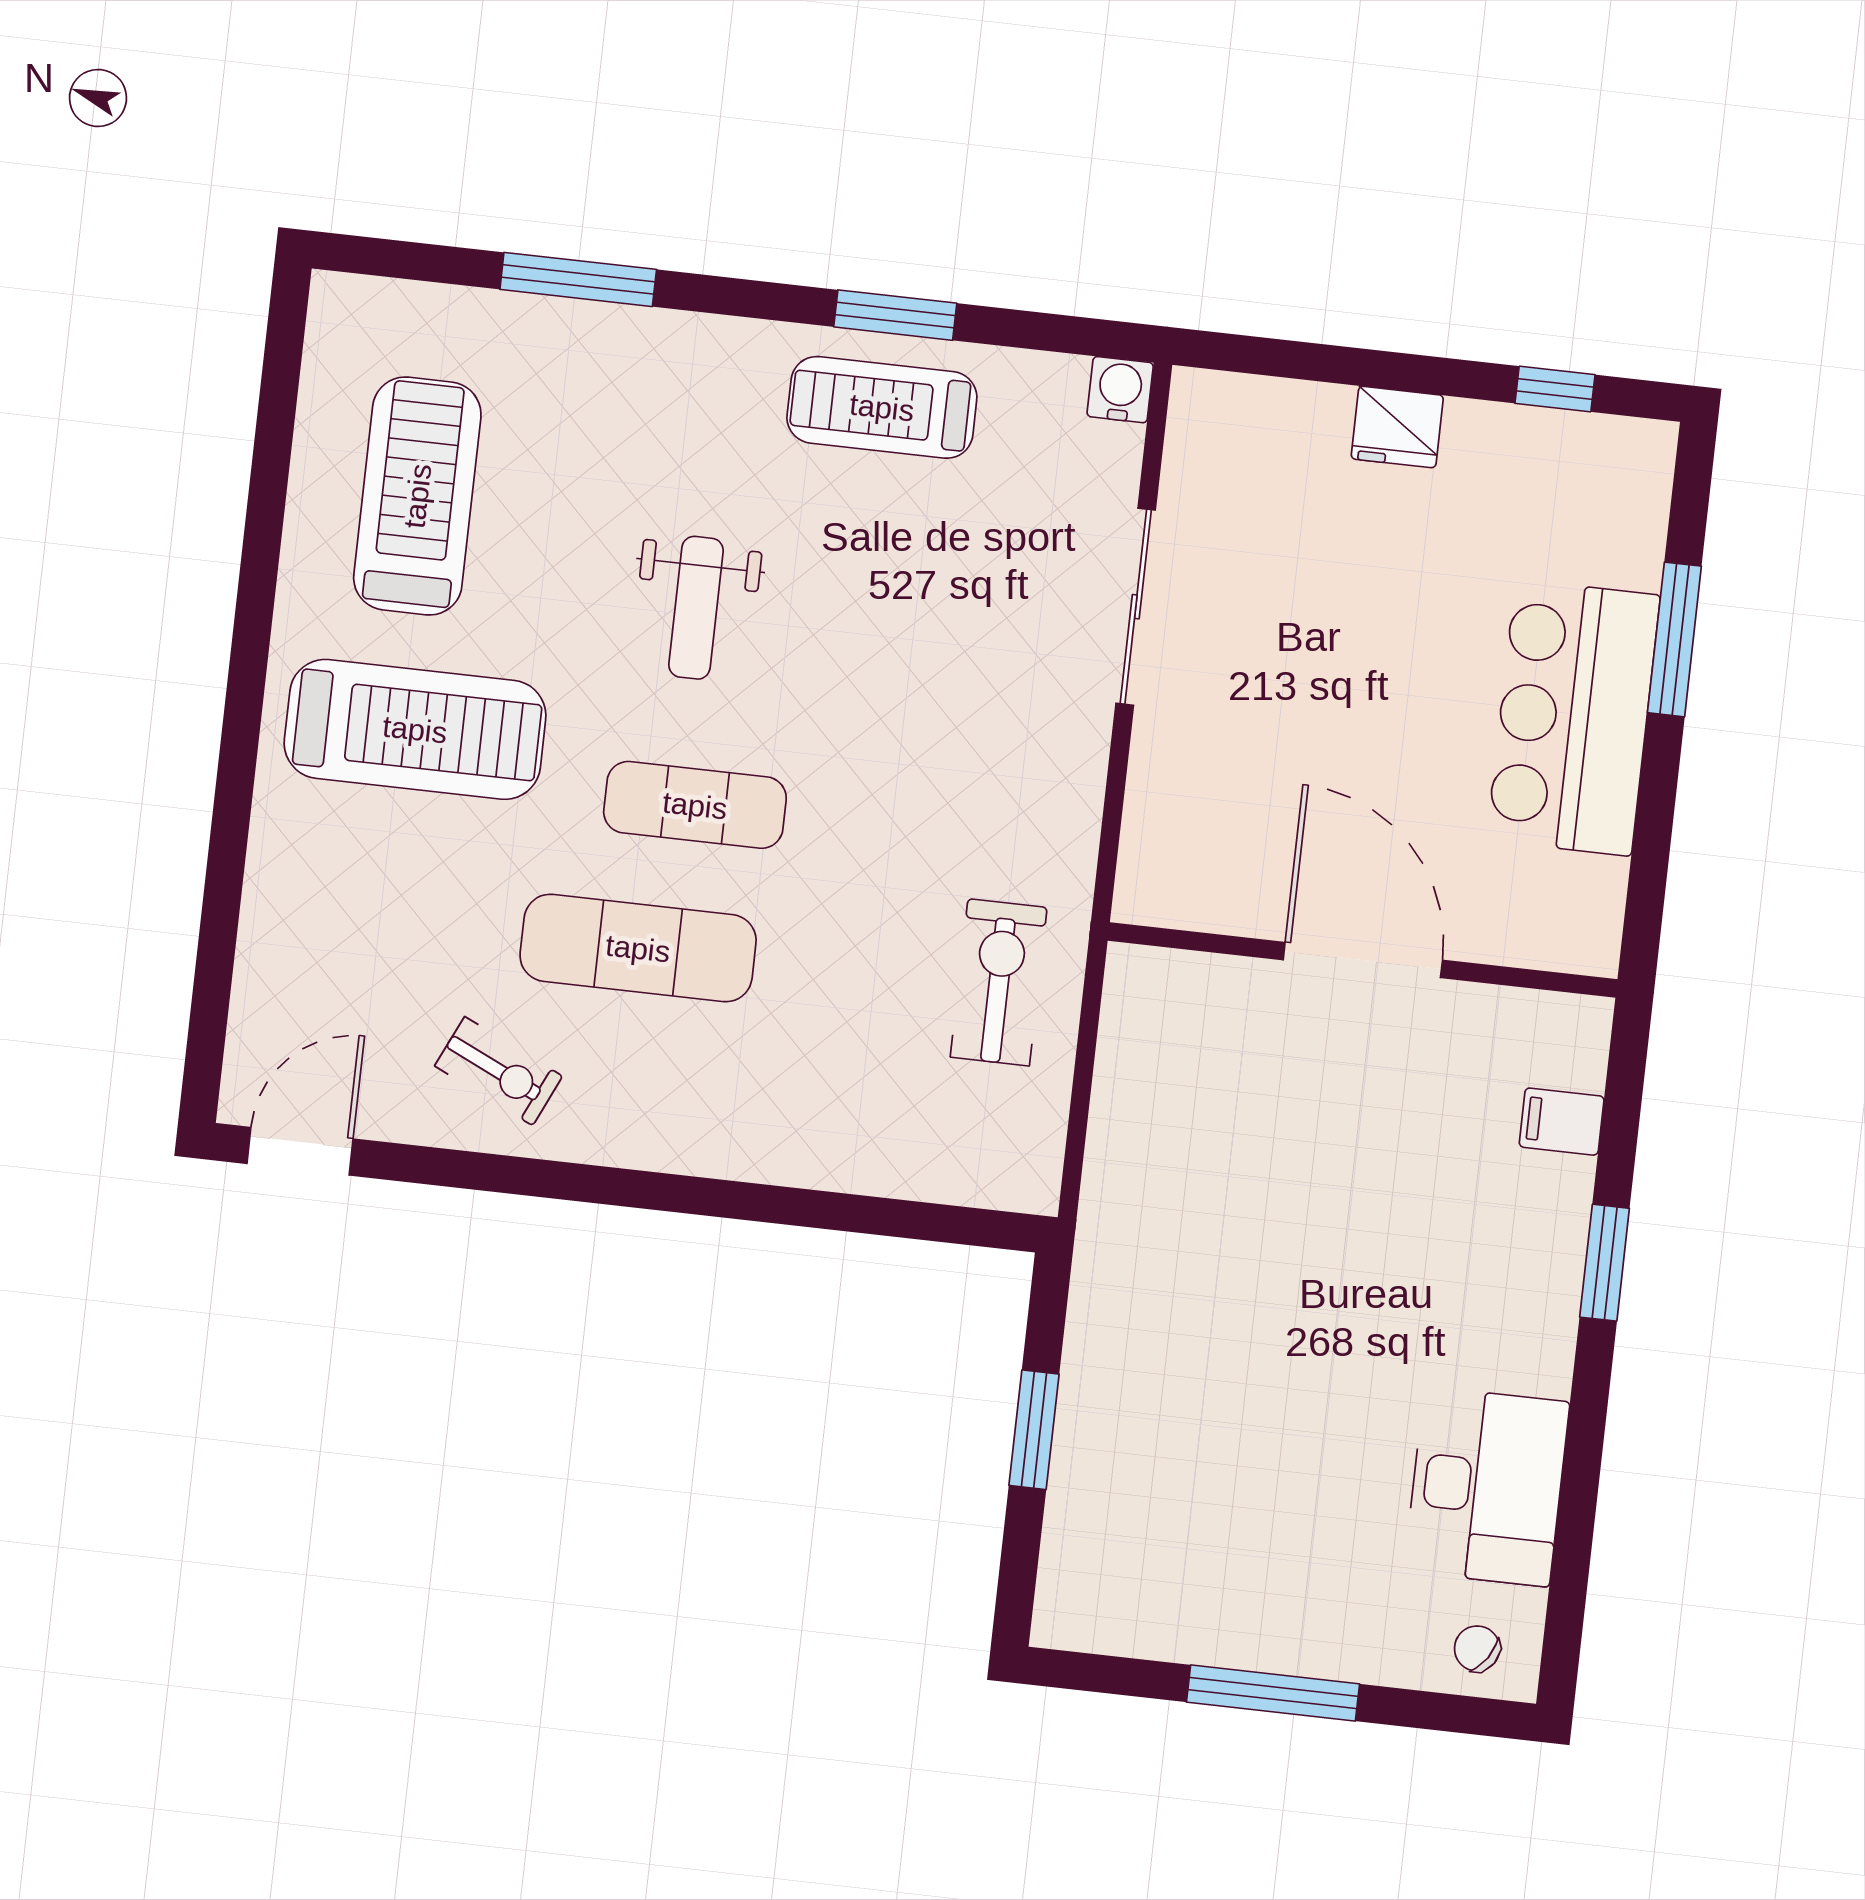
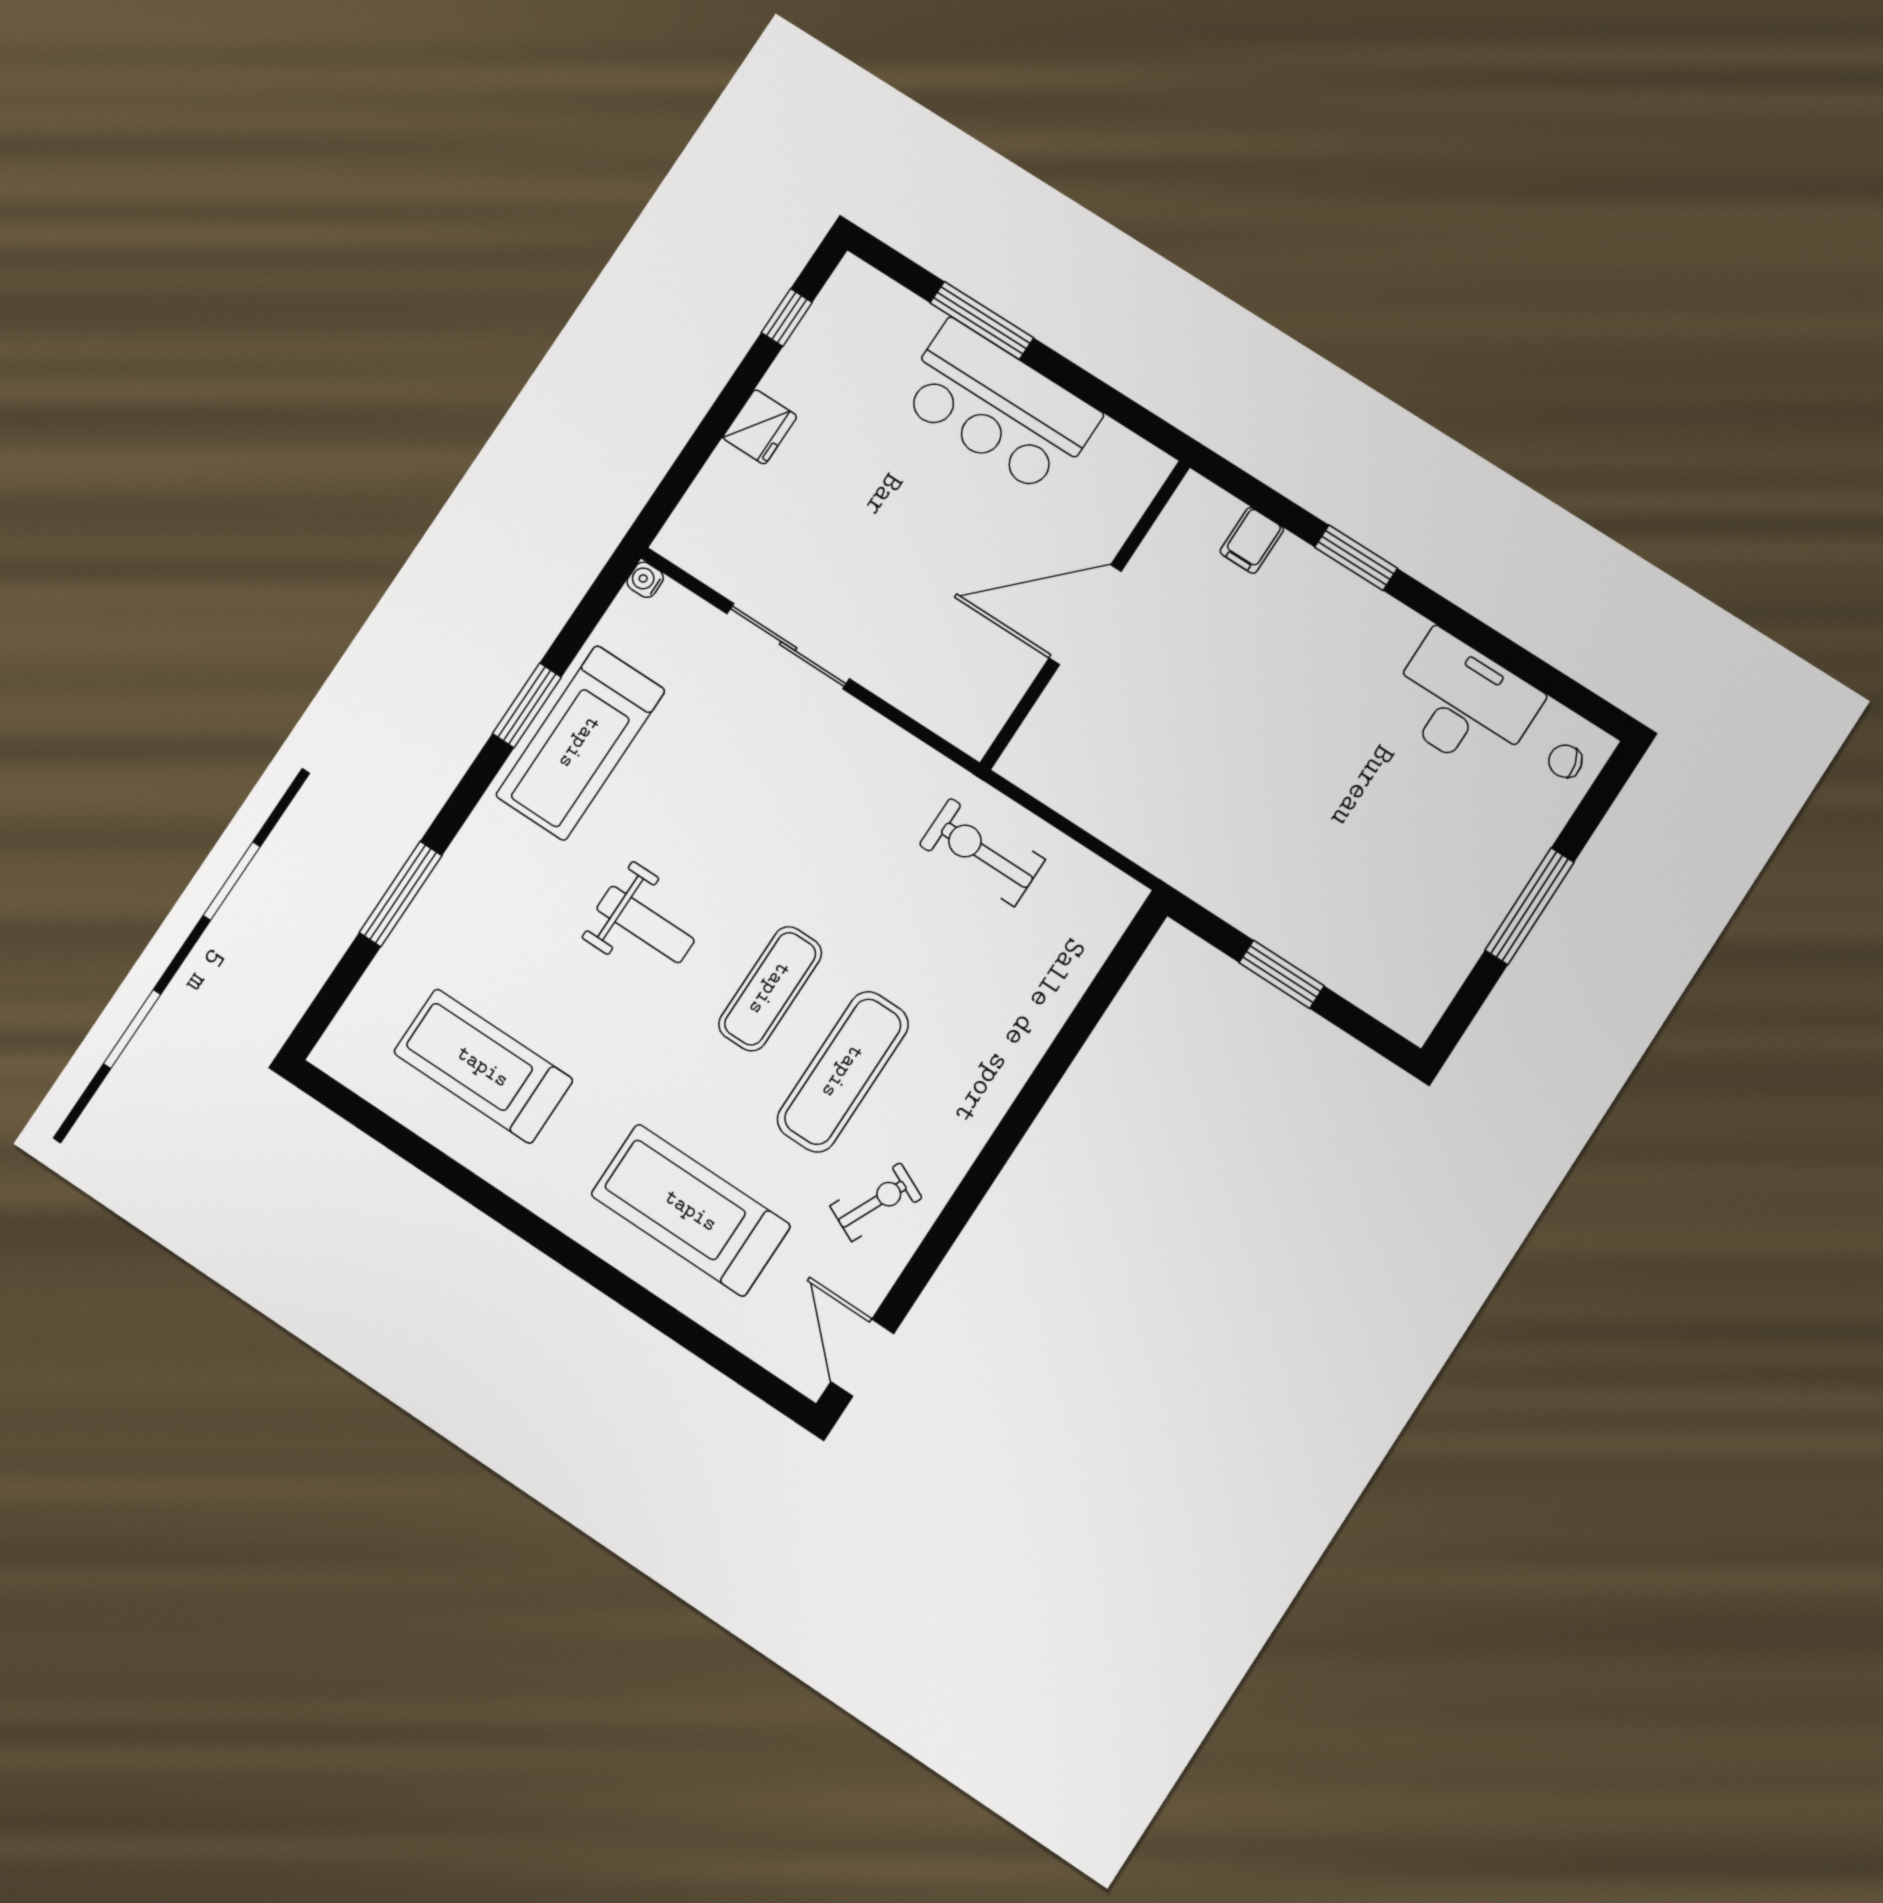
water cooler: (1120, 390) -> (645, 580), width x0.72, depth x0.72
treadmill: (882, 407) -> (580, 743), width x1.37, depth x1.38
treadmill: (415, 729) -> (691, 1210), moved, turned -90
chair: (1477, 1649) -> (1565, 761), turned 41

